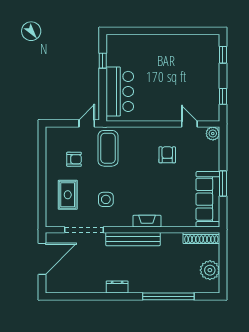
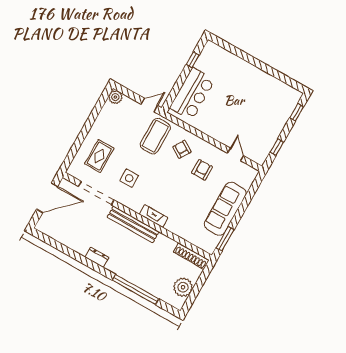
plant: (213, 134) -> (115, 97), moved
armchair: (74, 159) -> (182, 149), moved, turned -148
window: (223, 183) -> (225, 239), moved
sofa: (208, 199) -> (225, 209), moved

